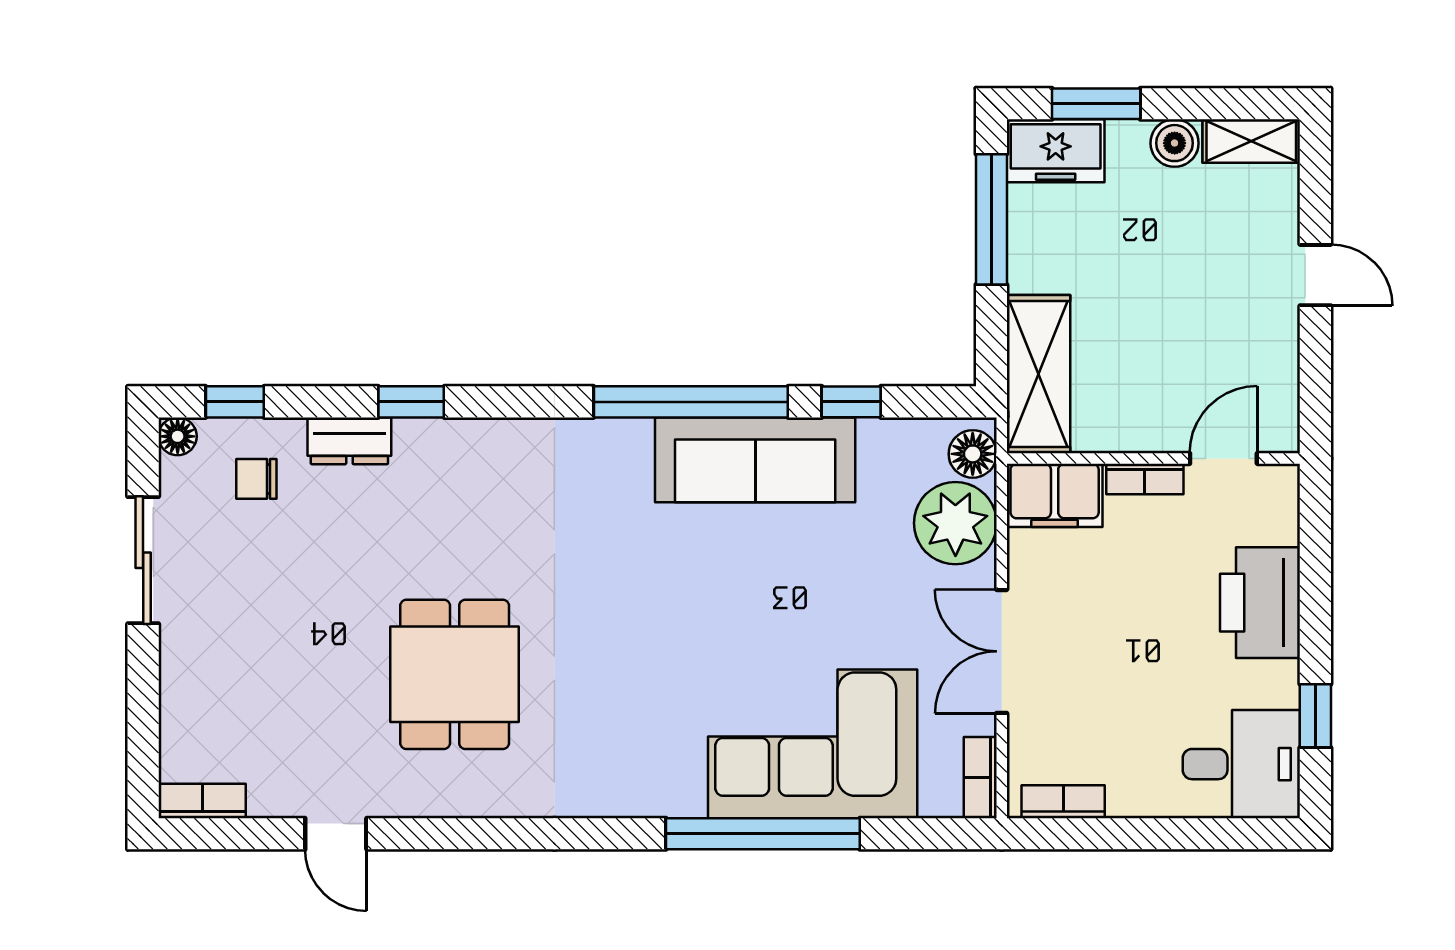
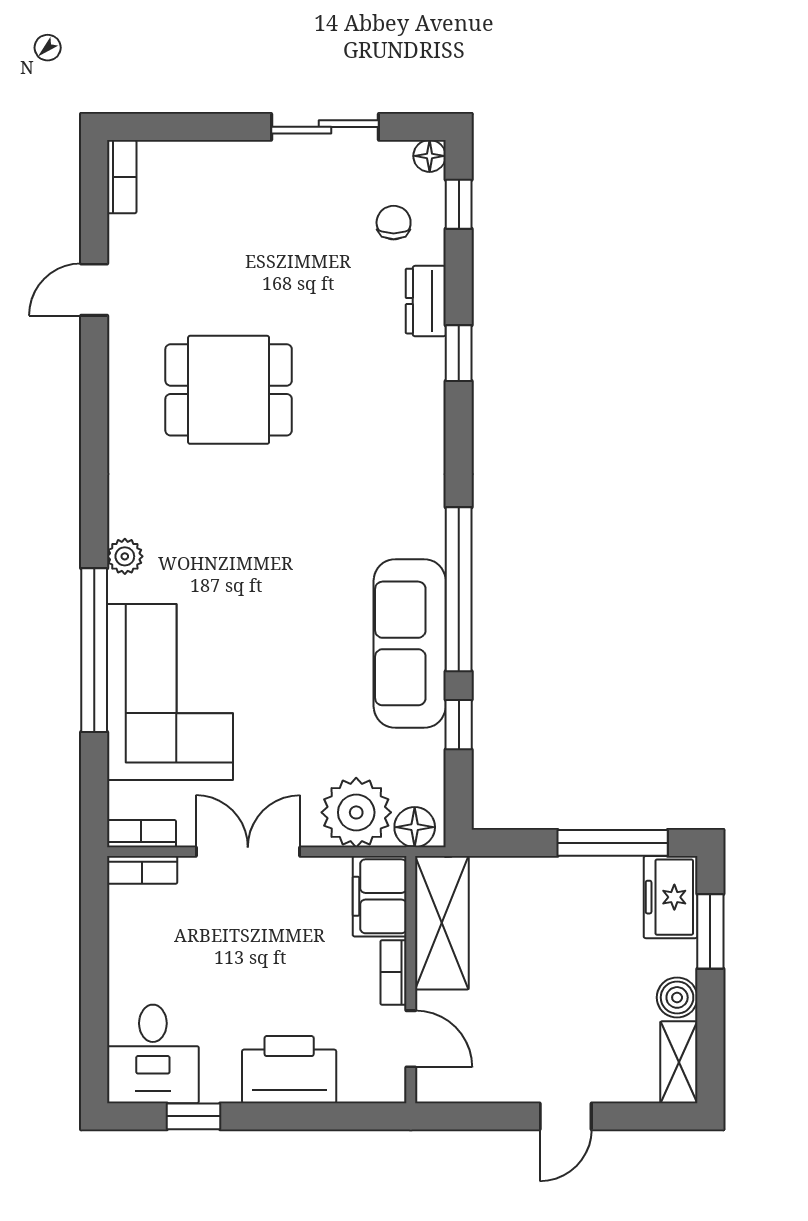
shelving: (1039, 374) -> (442, 923), moved, turned 90
plant: (652, 797) -> (125, 556), added
bookcase: (1063, 802) -> (142, 870), moved, turned 90

